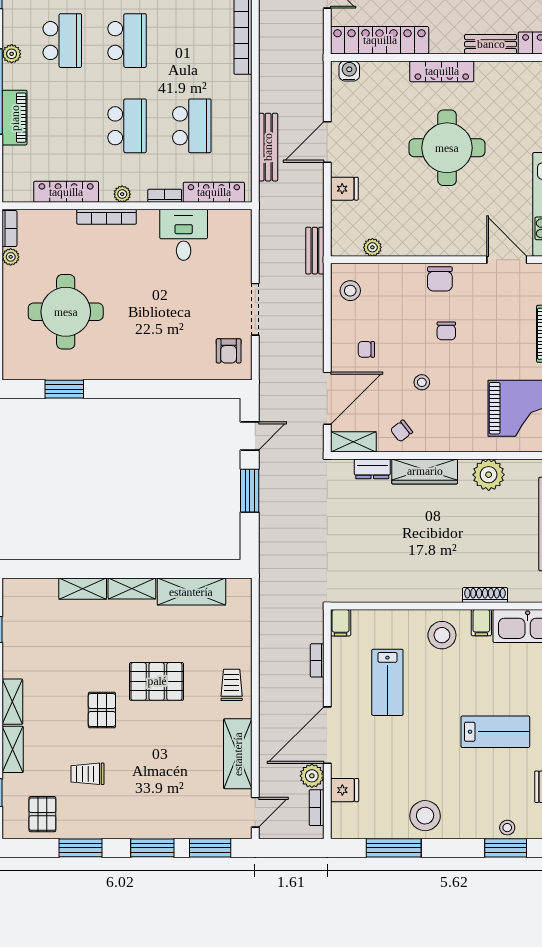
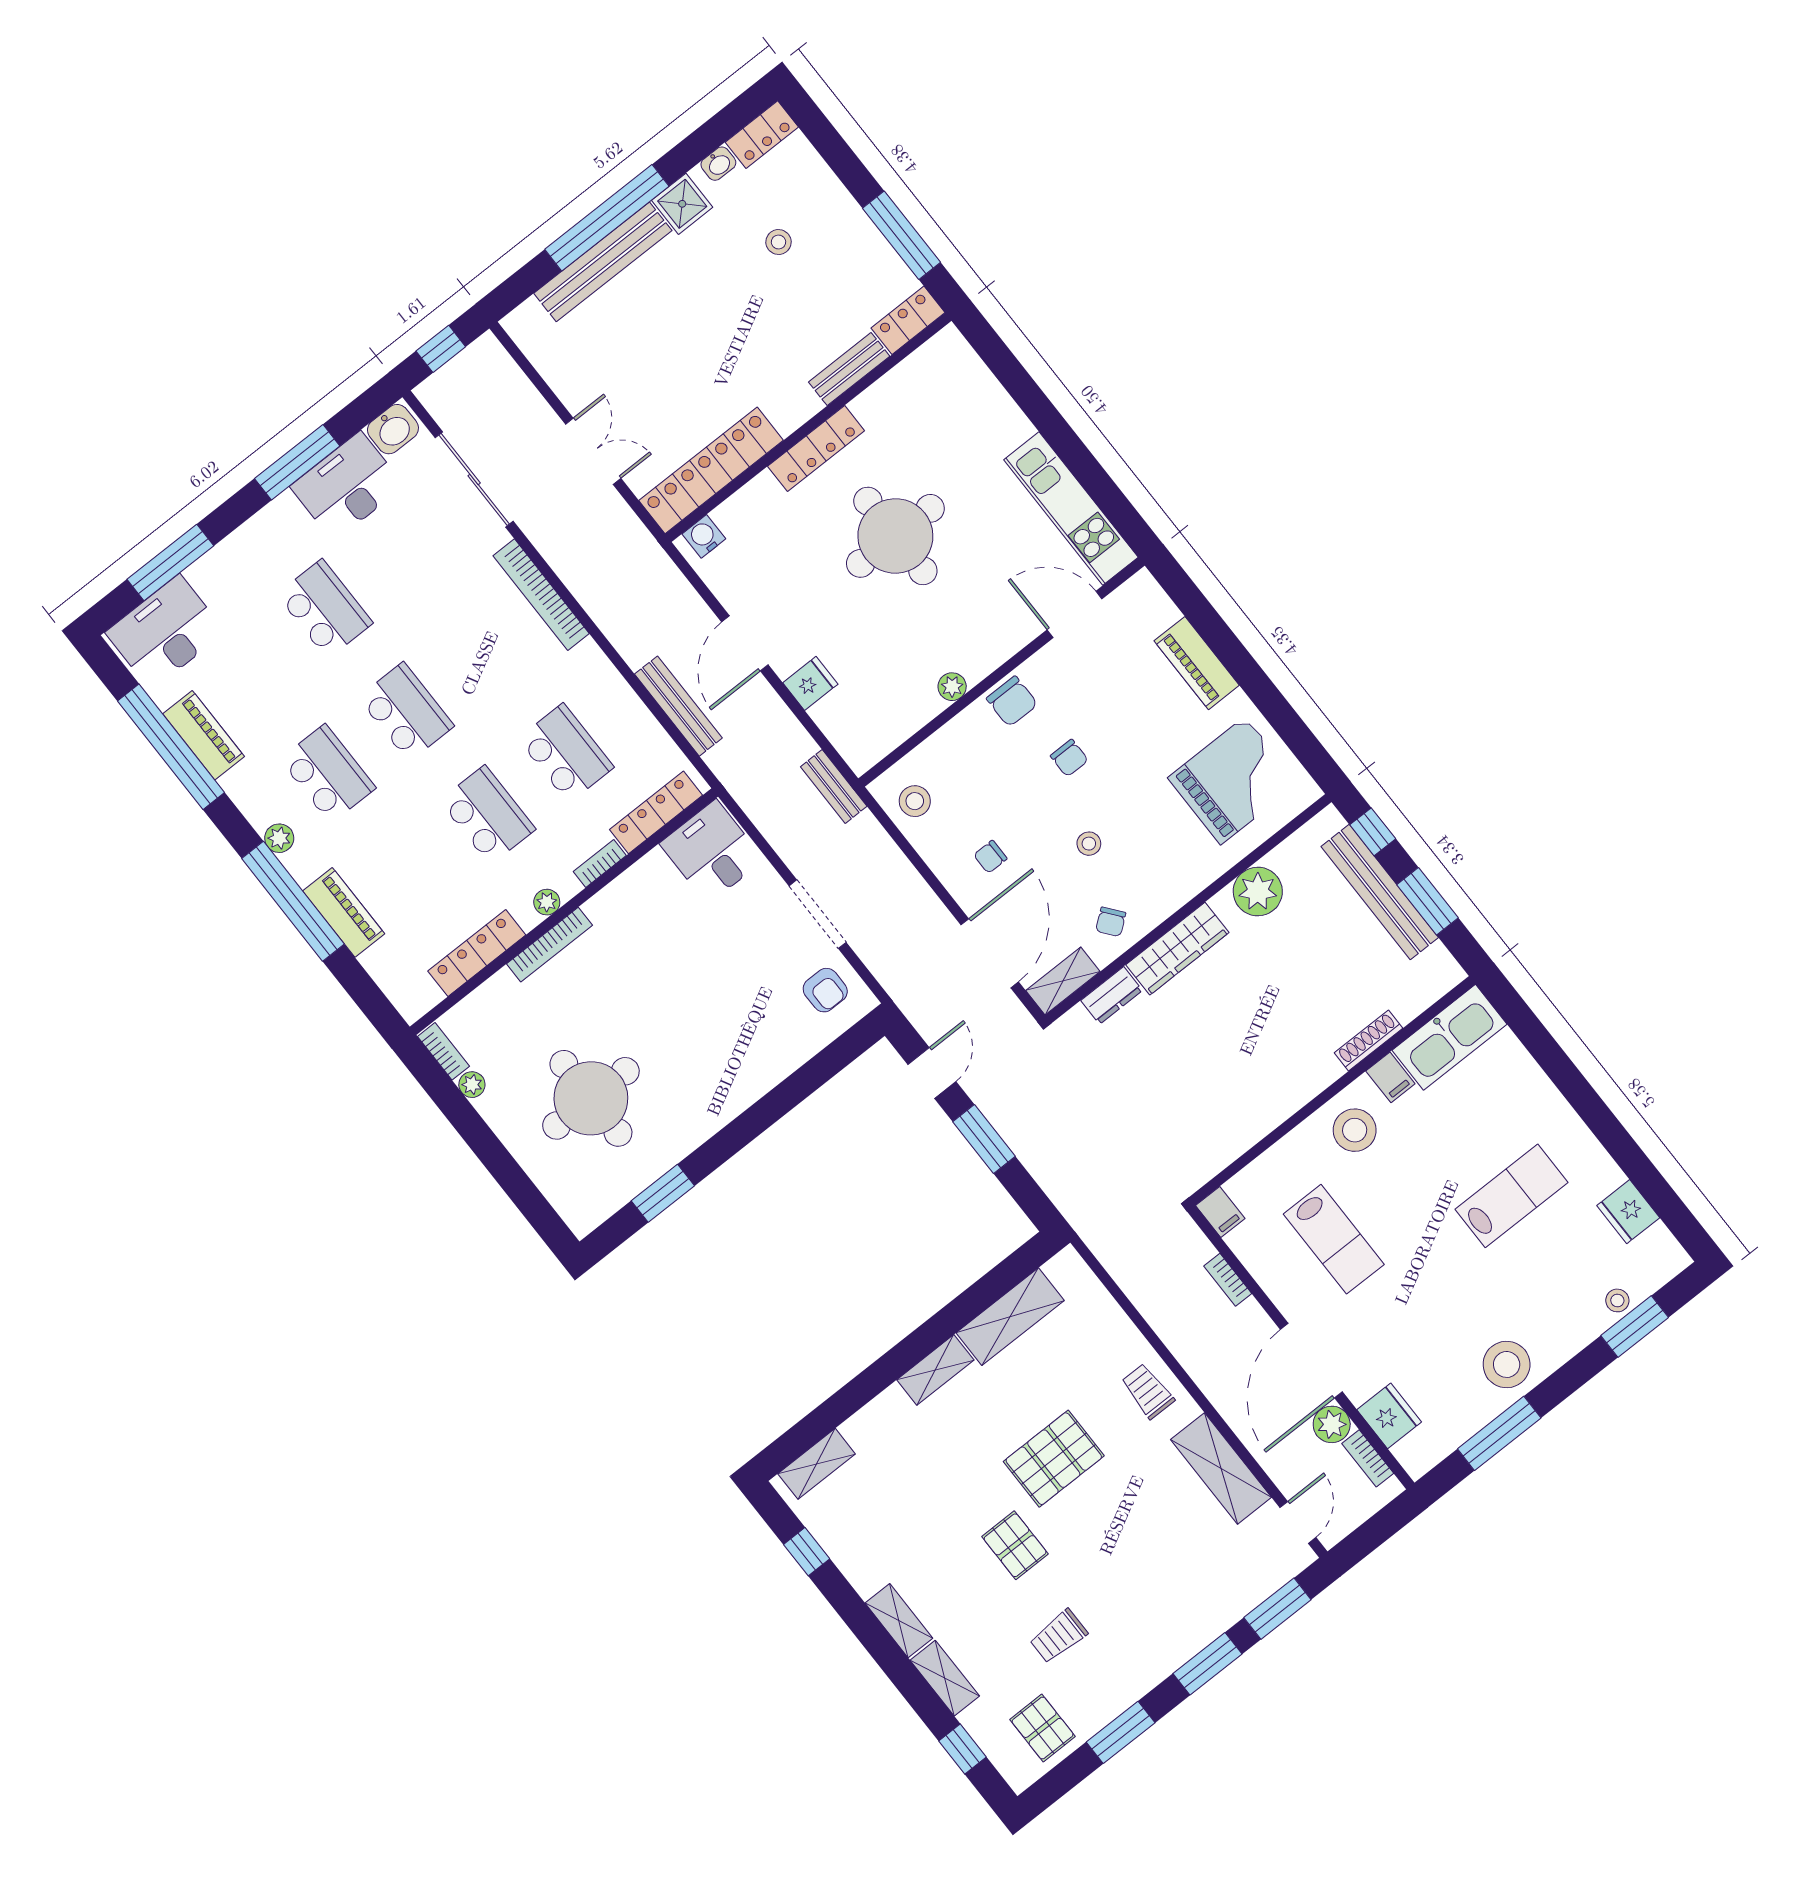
desk: (184, 235) -> (712, 852), moved
plant: (372, 247) -> (952, 687), moved
shelving: (83, 589) -> (817, 1464), moved
fridge: (345, 790) -> (1389, 1416), width x1.38

